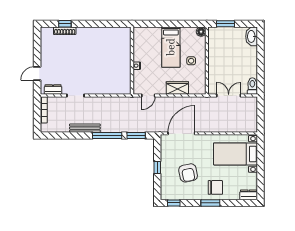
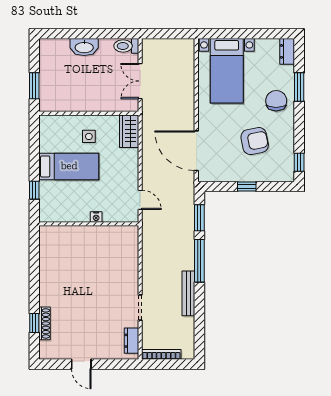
window: (155, 24) -> (34, 190), added
floor lamp: (201, 32) -> (46, 122), removed
washbasin: (252, 36) -> (84, 47), moved
door: (37, 74) -> (81, 364), moved
wardrobe: (177, 88) -> (129, 131), moved
window: (210, 203) -> (299, 87), moved

